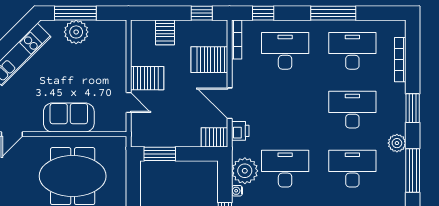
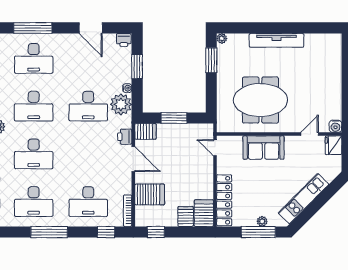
plant: (76, 32) -> (262, 221), width x0.53, depth x0.53
locker: (117, 52) -> (224, 200), added
server rack: (147, 78) -> (204, 213), moved, turned 90
door: (129, 102) -> (215, 148), moved
window: (160, 154) -> (174, 118), moved

